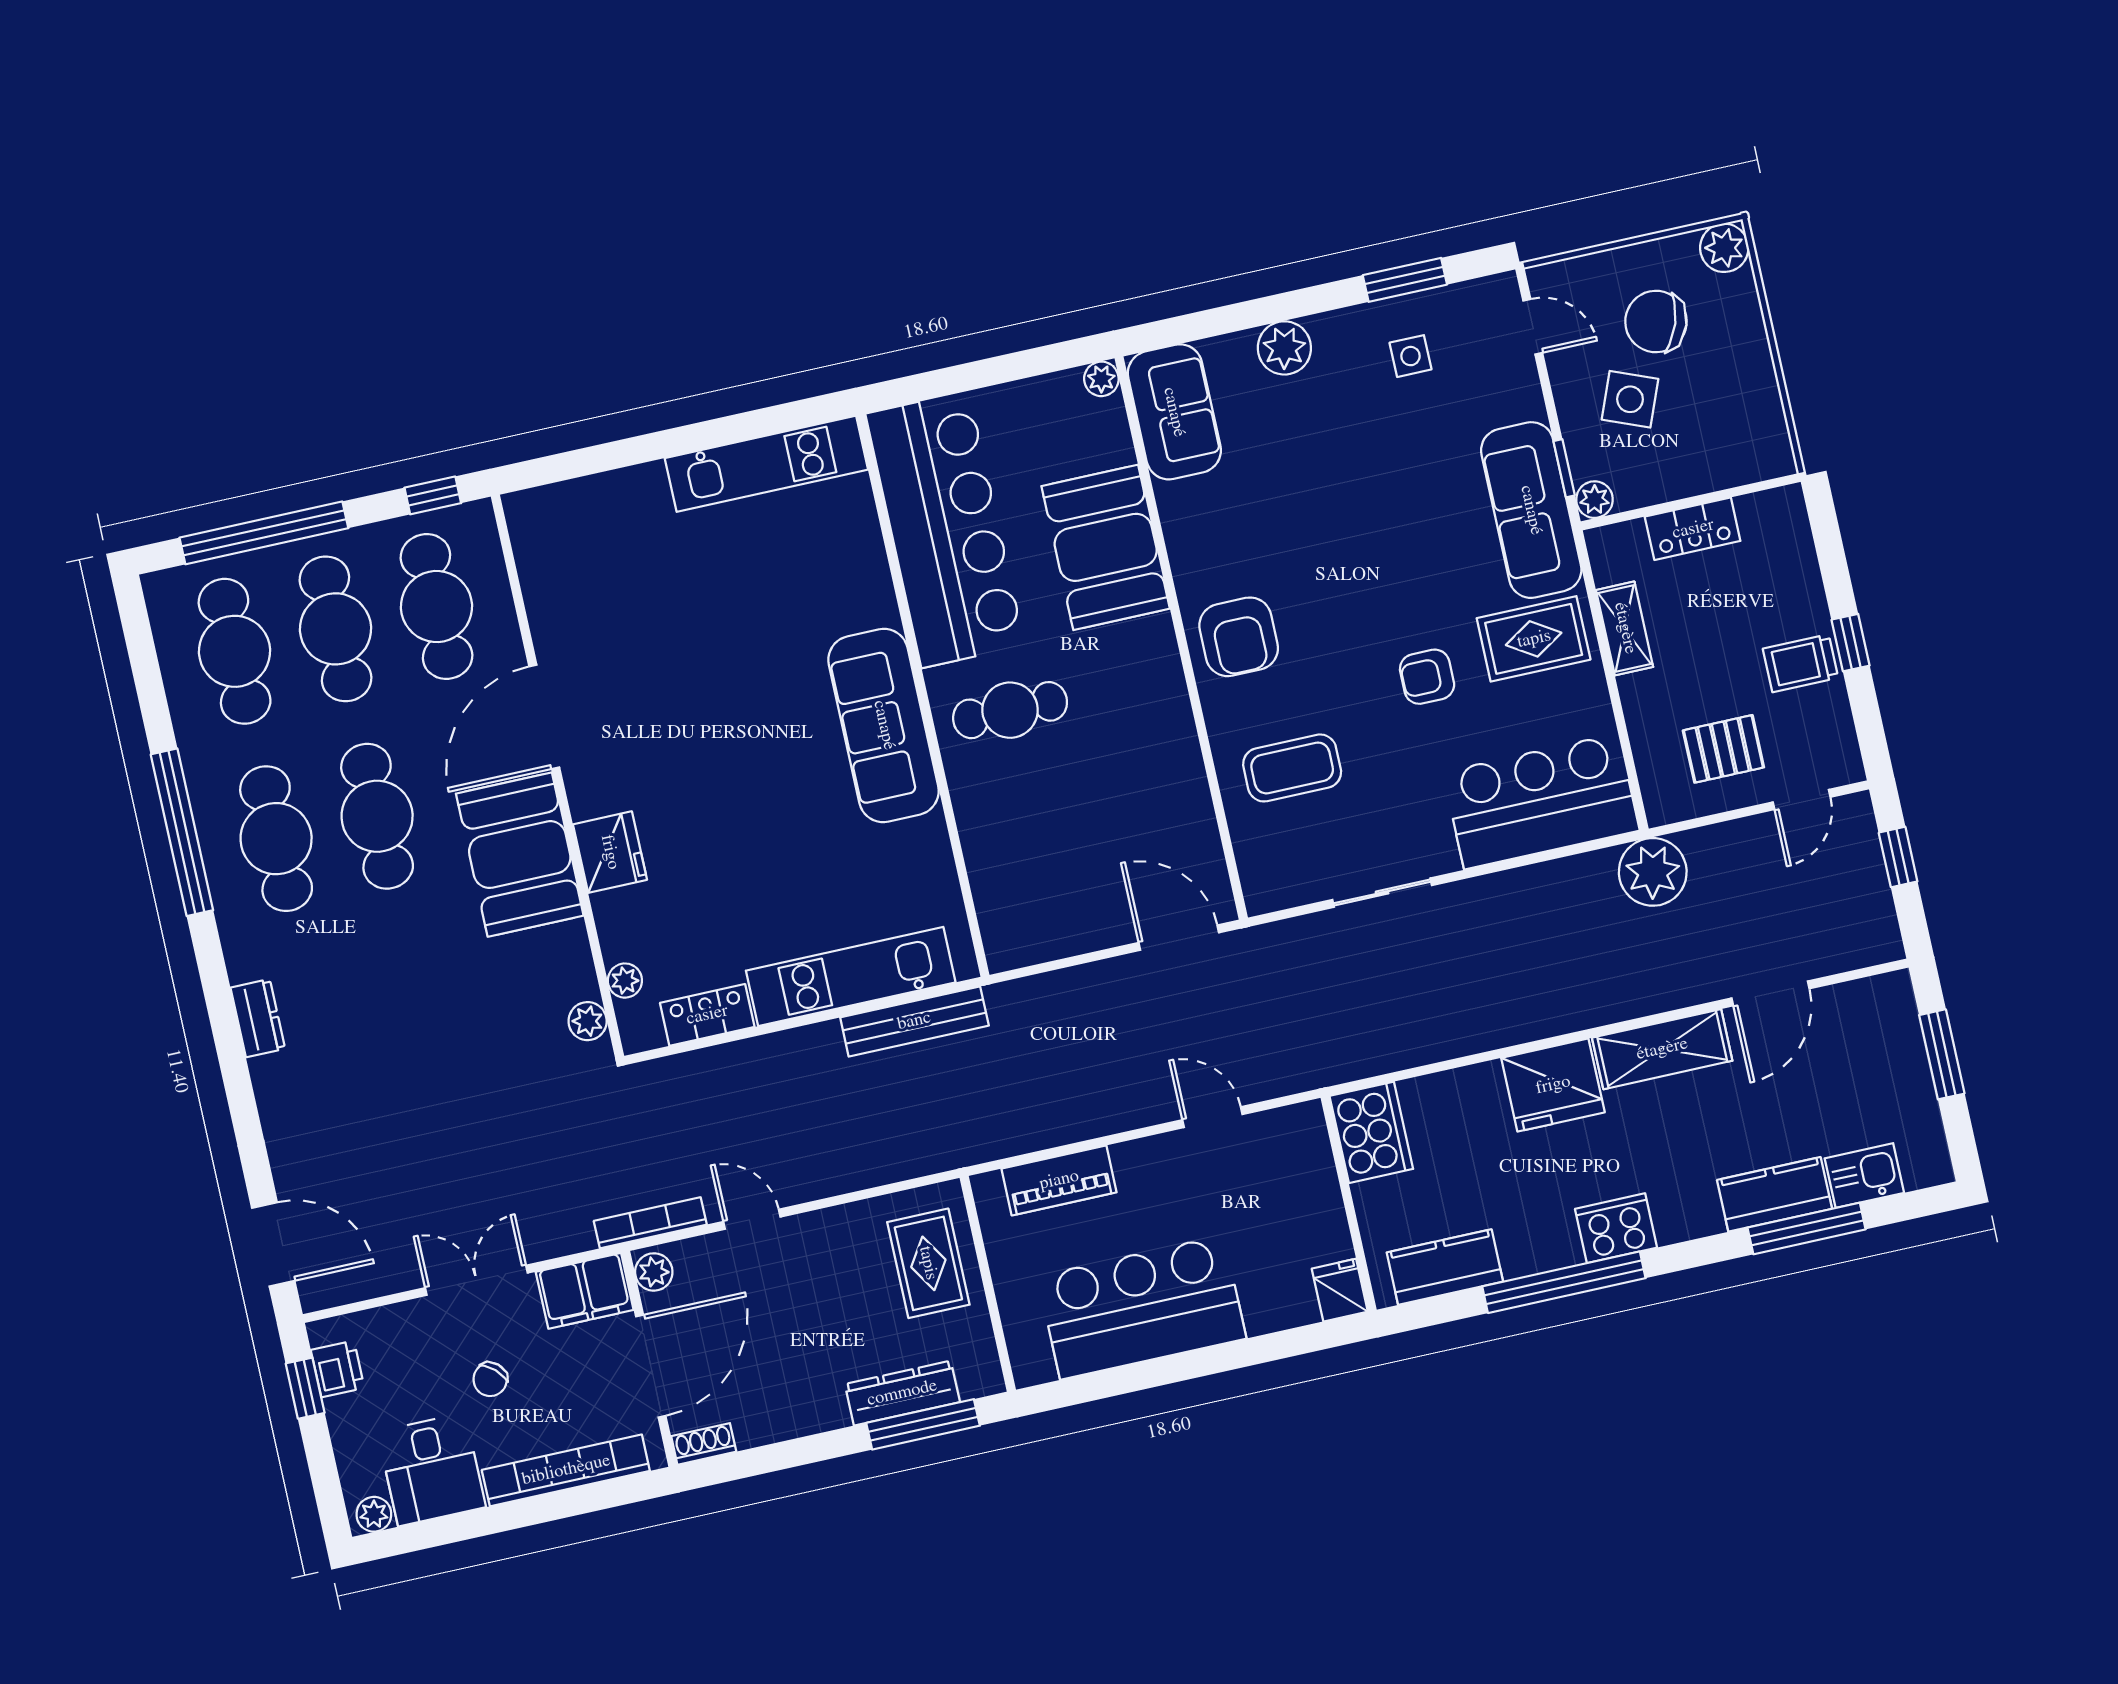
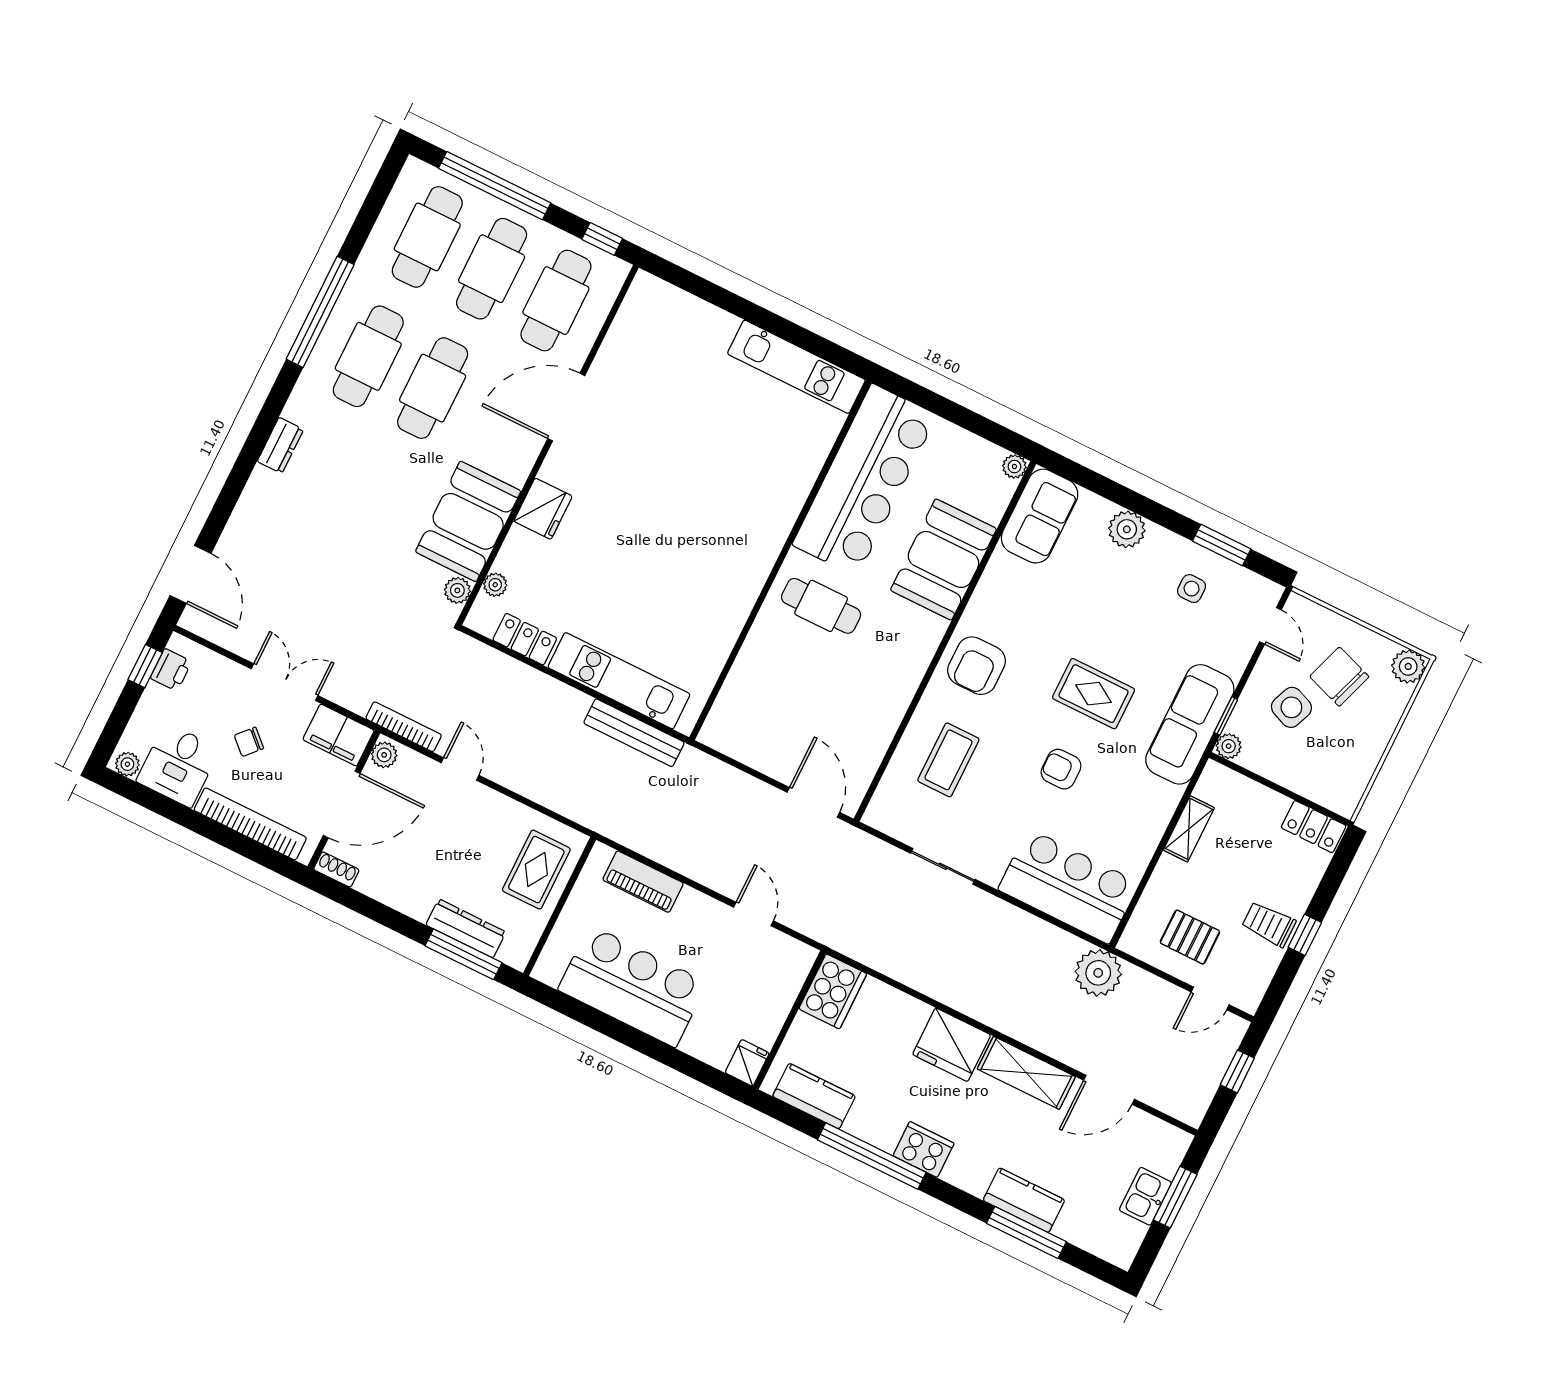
locker: (1693, 529) -> (1314, 827), moved
rug: (1534, 639) -> (1094, 694), moved
sofa: (884, 725) -> (746, 559), removed
coffee table: (1292, 768) -> (948, 760), turned 90
booth: (520, 855) -> (468, 521), moved
kitchen sink: (1864, 1176) -> (1145, 1196), moved, turned -90

